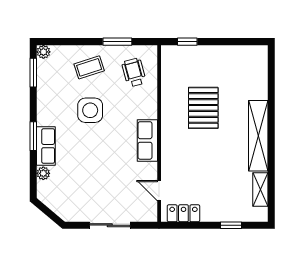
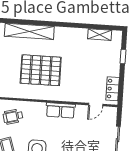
pallet: (203, 108) -> (41, 70), width x1.37, depth x1.41
shelving: (258, 136) -> (29, 31), moved

